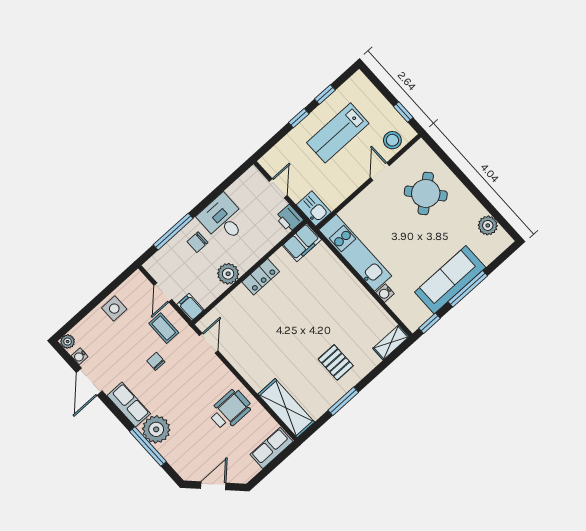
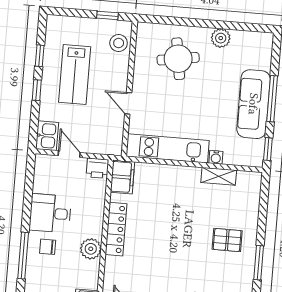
door: (380, 172) -> (128, 103), moved
round table: (426, 193) -> (178, 59), turned 31
kitchen sink: (314, 209) -> (47, 136), moved, turned 90
plant: (488, 225) -> (221, 38), moved
chair: (197, 242) -> (48, 247), turned 90
locker: (261, 277) -> (116, 229), width x1.53
shelving: (391, 342) -> (219, 176), moved, turned 90

